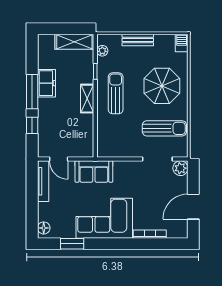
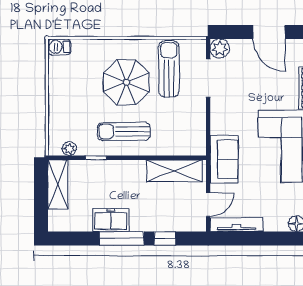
bench: (138, 40) -> (56, 103), removed
parasol: (162, 86) -> (126, 82), moved
shelving: (87, 99) -> (174, 171), moved, width x1.50, depth x1.33

